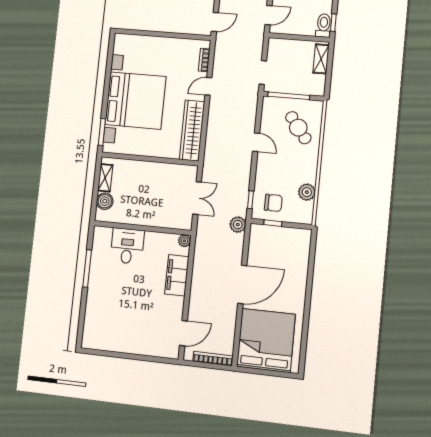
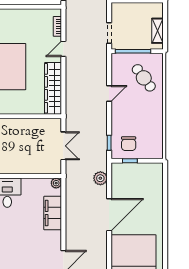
shelving: (321, 59) -> (157, 31), moved
door: (256, 142) -> (109, 93), hinge flipped
plant: (307, 192) -> (156, 132), removed
chair: (273, 203) -> (129, 144), turned 90
plant: (238, 225) -> (100, 178), moved

